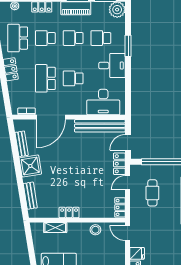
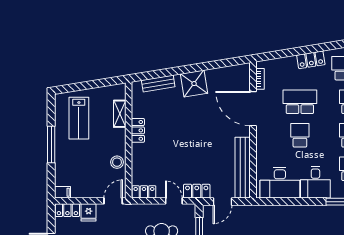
desk: (103, 102) -> (280, 183), moved, turned -90
door: (128, 142) -> (222, 202), swing flipped
bench: (22, 144) -> (221, 73), removed

